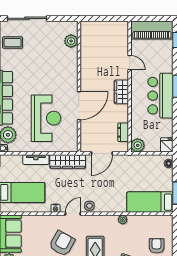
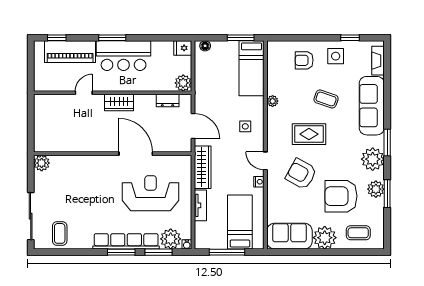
piano: (152, 30) -> (70, 52), moved, turned 90
plant: (71, 41) -> (42, 163), moved
side table: (89, 206) -> (245, 126), moved

